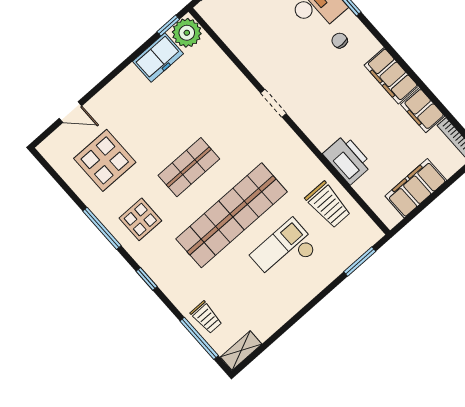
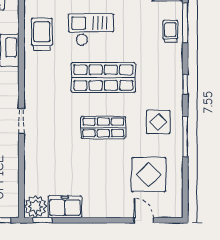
shop shelf: (231, 215) -> (103, 78), width x0.71
checkout: (284, 251) -> (91, 30), turned 180

